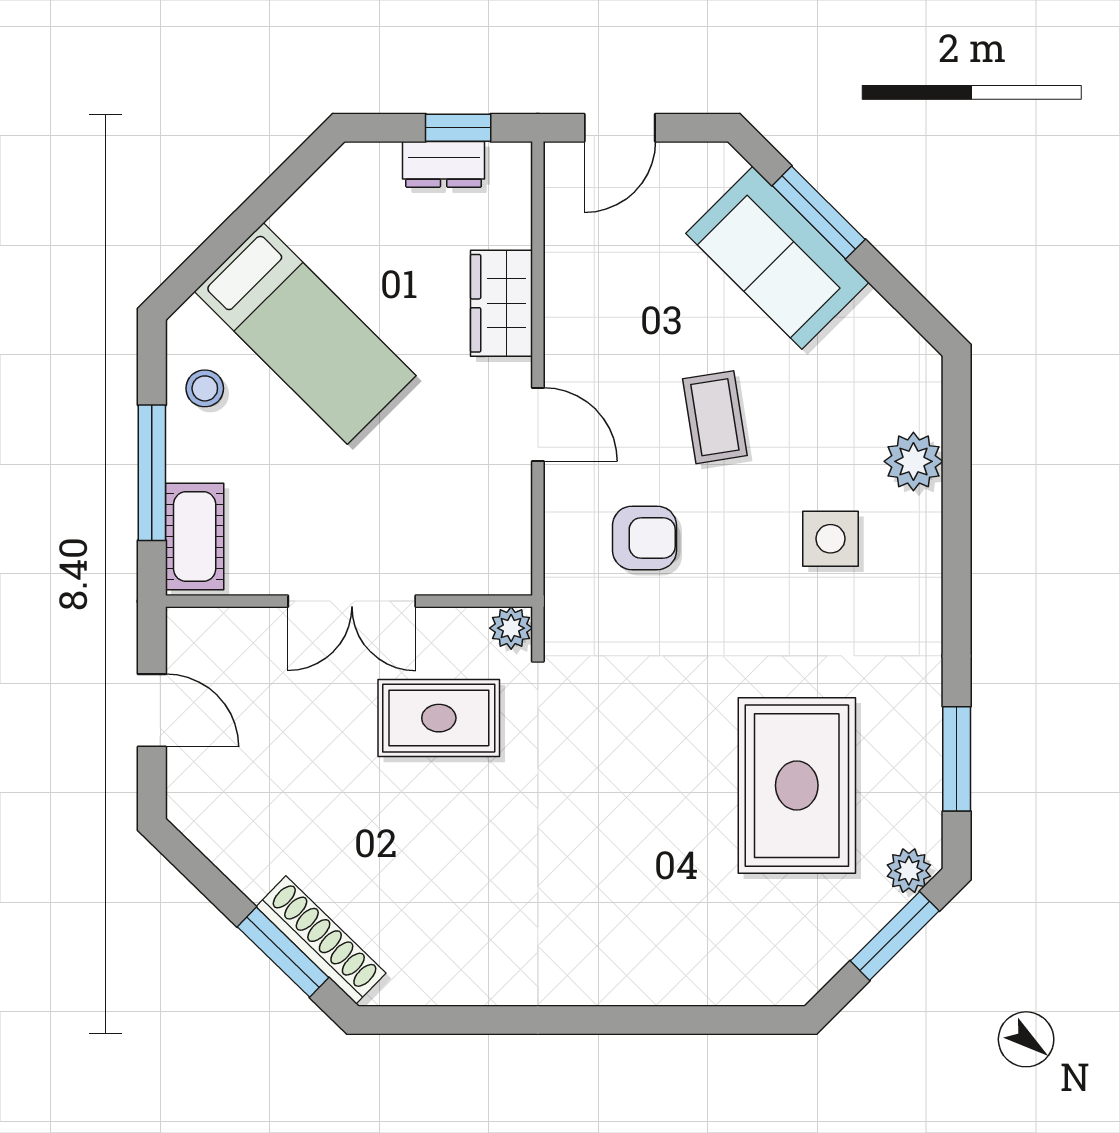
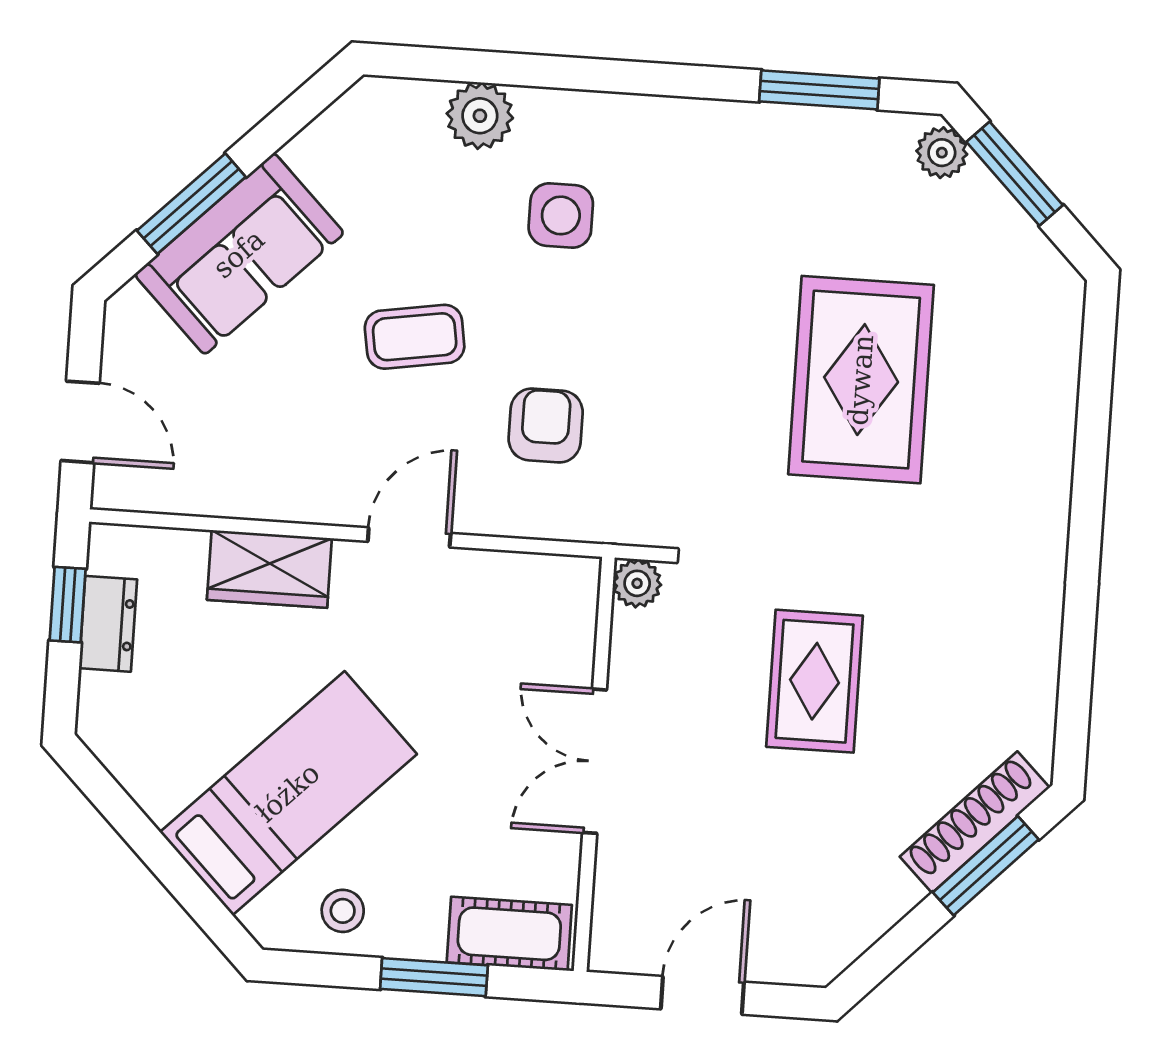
window: (152, 473) -> (434, 977), width x0.69
double door: (352, 601) -> (595, 761), swing flipped
rug: (439, 718) -> (815, 681), moved
rug: (797, 786) -> (861, 380), moved, turned 90

